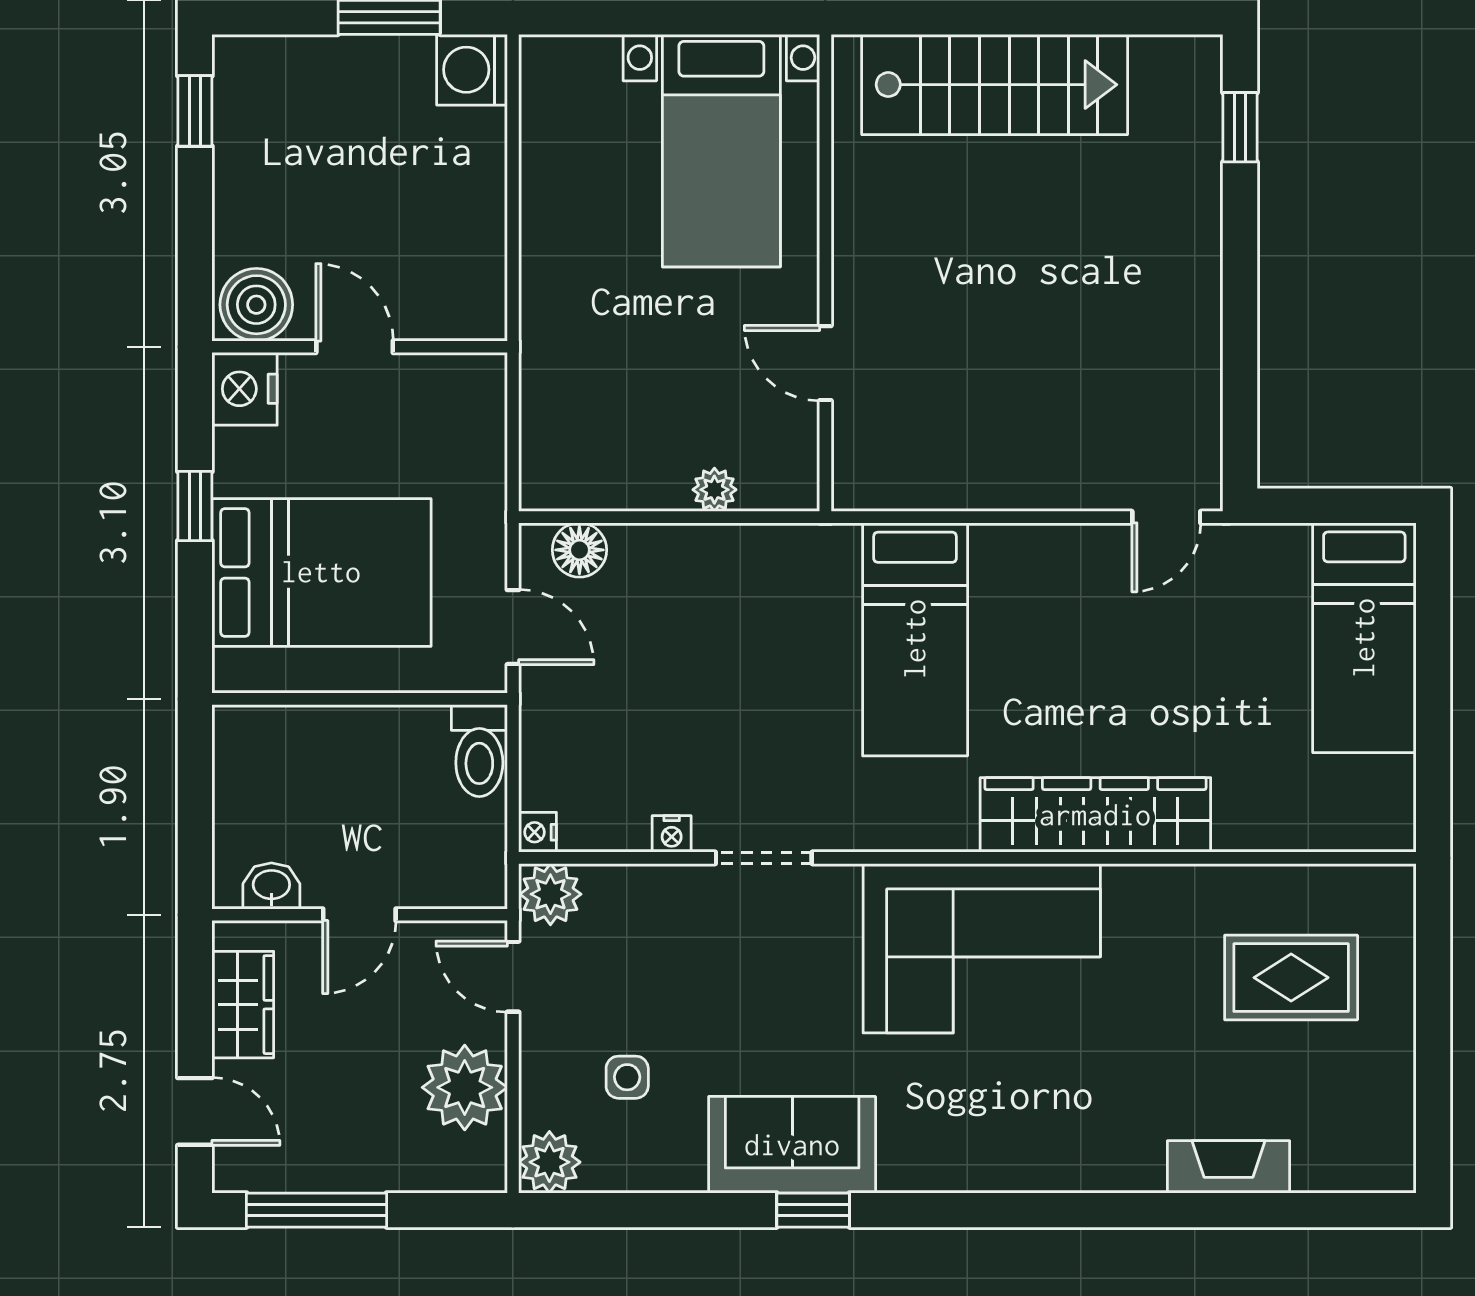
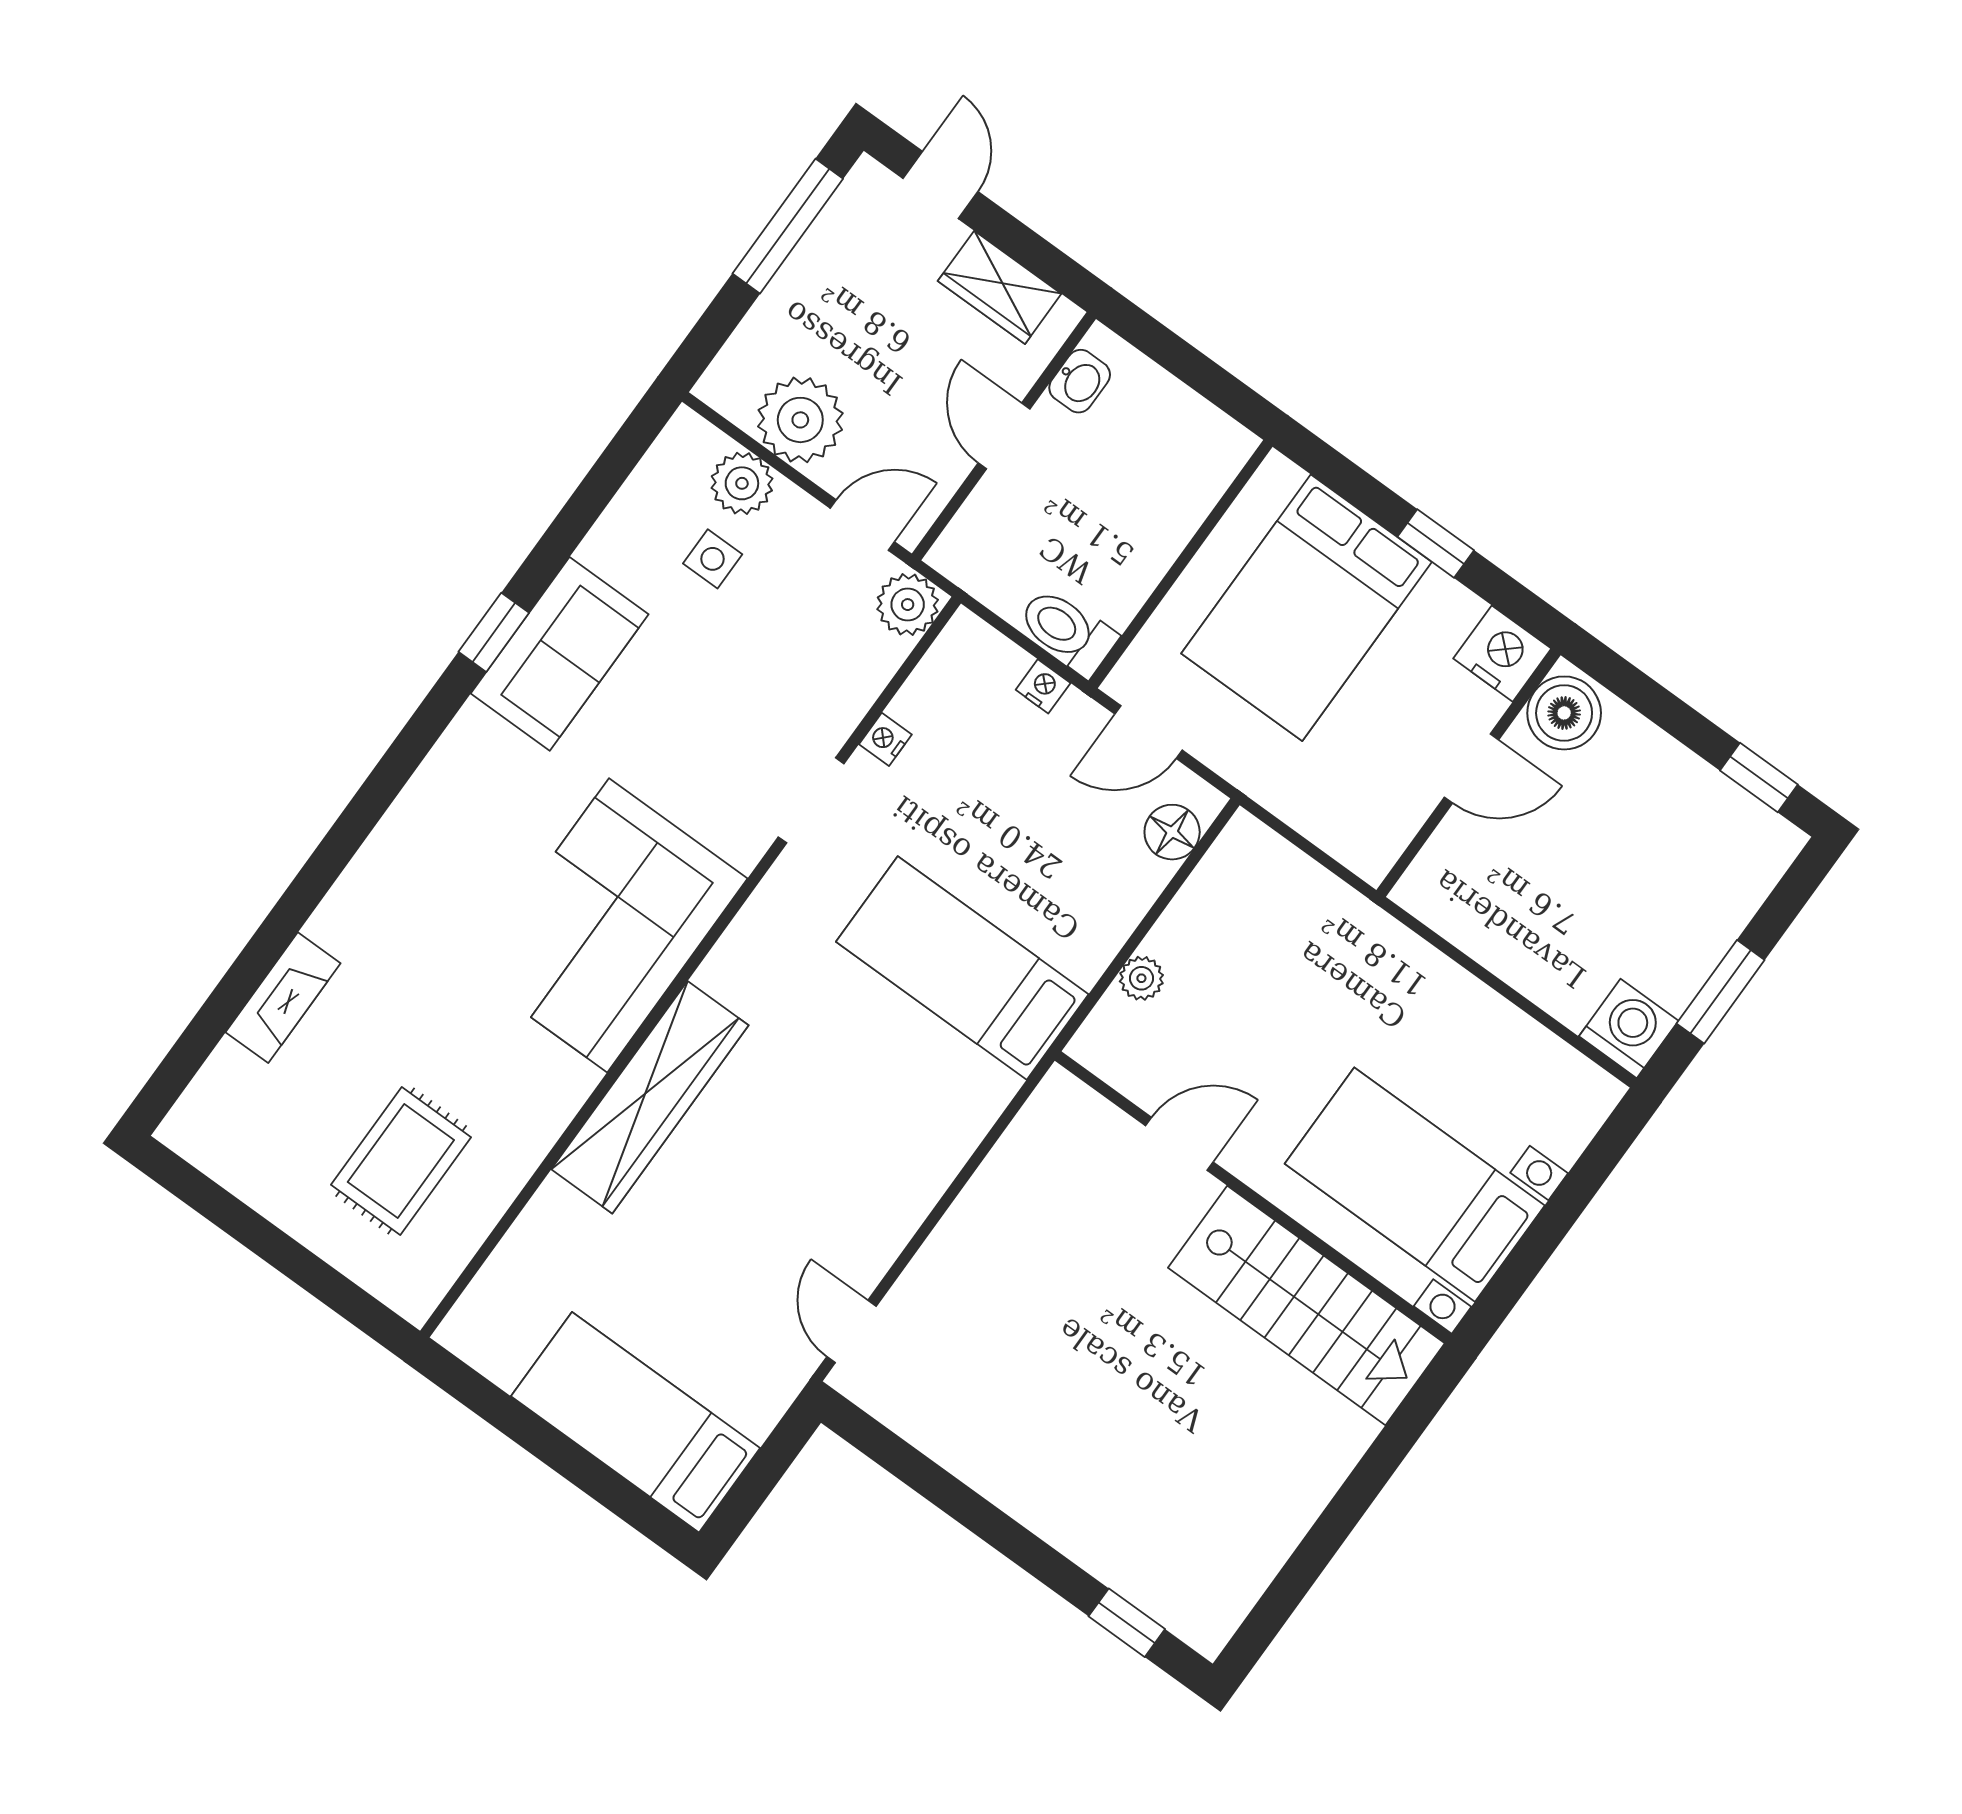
stairs: (995, 85) -> (1306, 1306), moved, turned -90
bed: (915, 639) -> (962, 968), moved
nightstand: (538, 832) -> (1043, 686), moved
door: (195, 1111) -> (941, 185), swing flipped
plant: (549, 1162) -> (742, 483), moved

